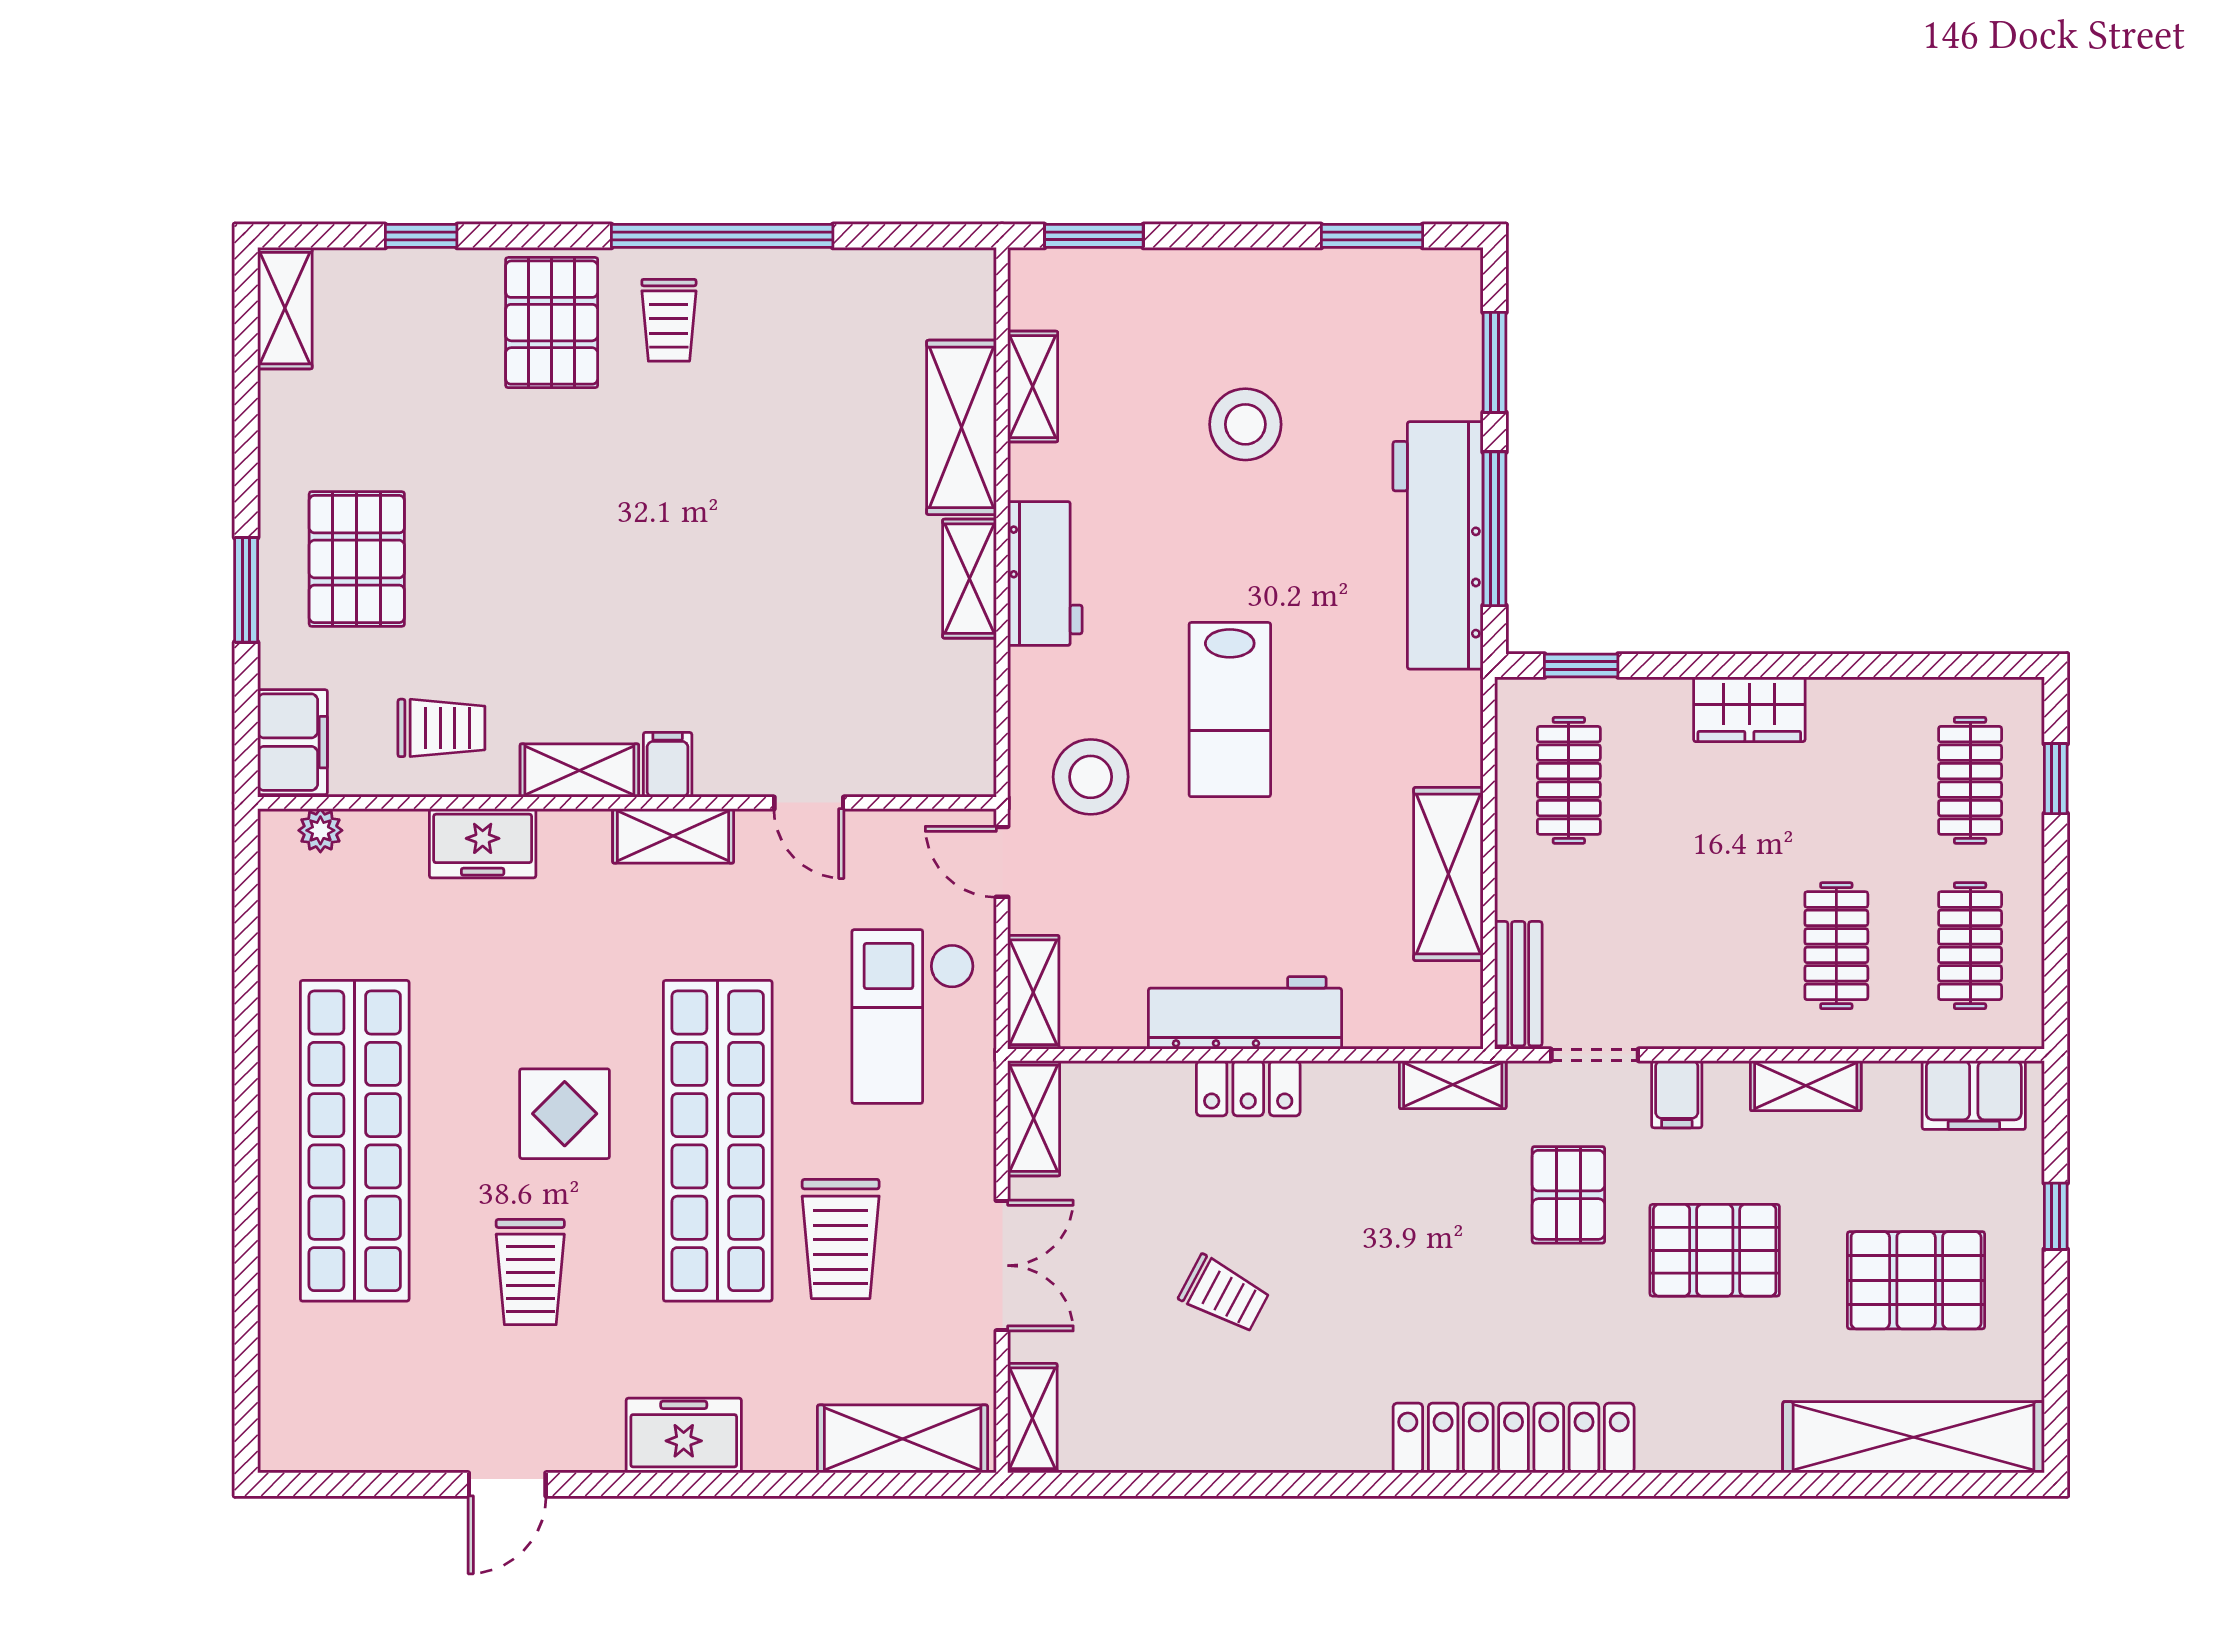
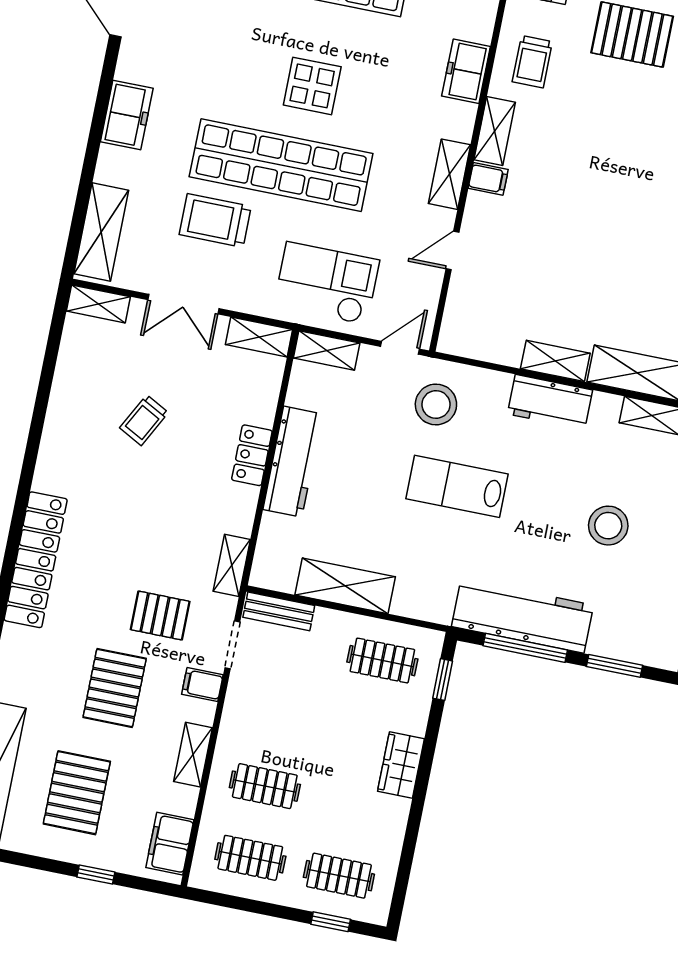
trolley: (530, 1272) -> (231, 50), removed

